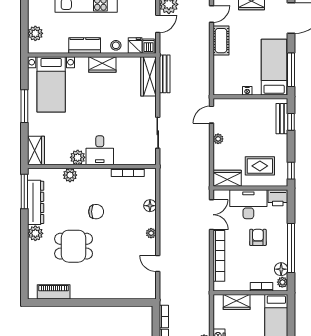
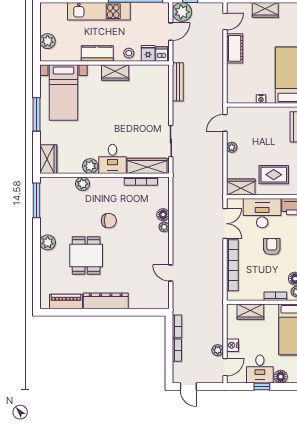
wardrobe: (148, 76) -> (147, 166), moved, turned 90
dresser: (36, 202) -> (106, 301), moved, turned -90
plant: (151, 233) -> (164, 227), moved
dining table: (74, 246) -> (86, 255), turned 90

